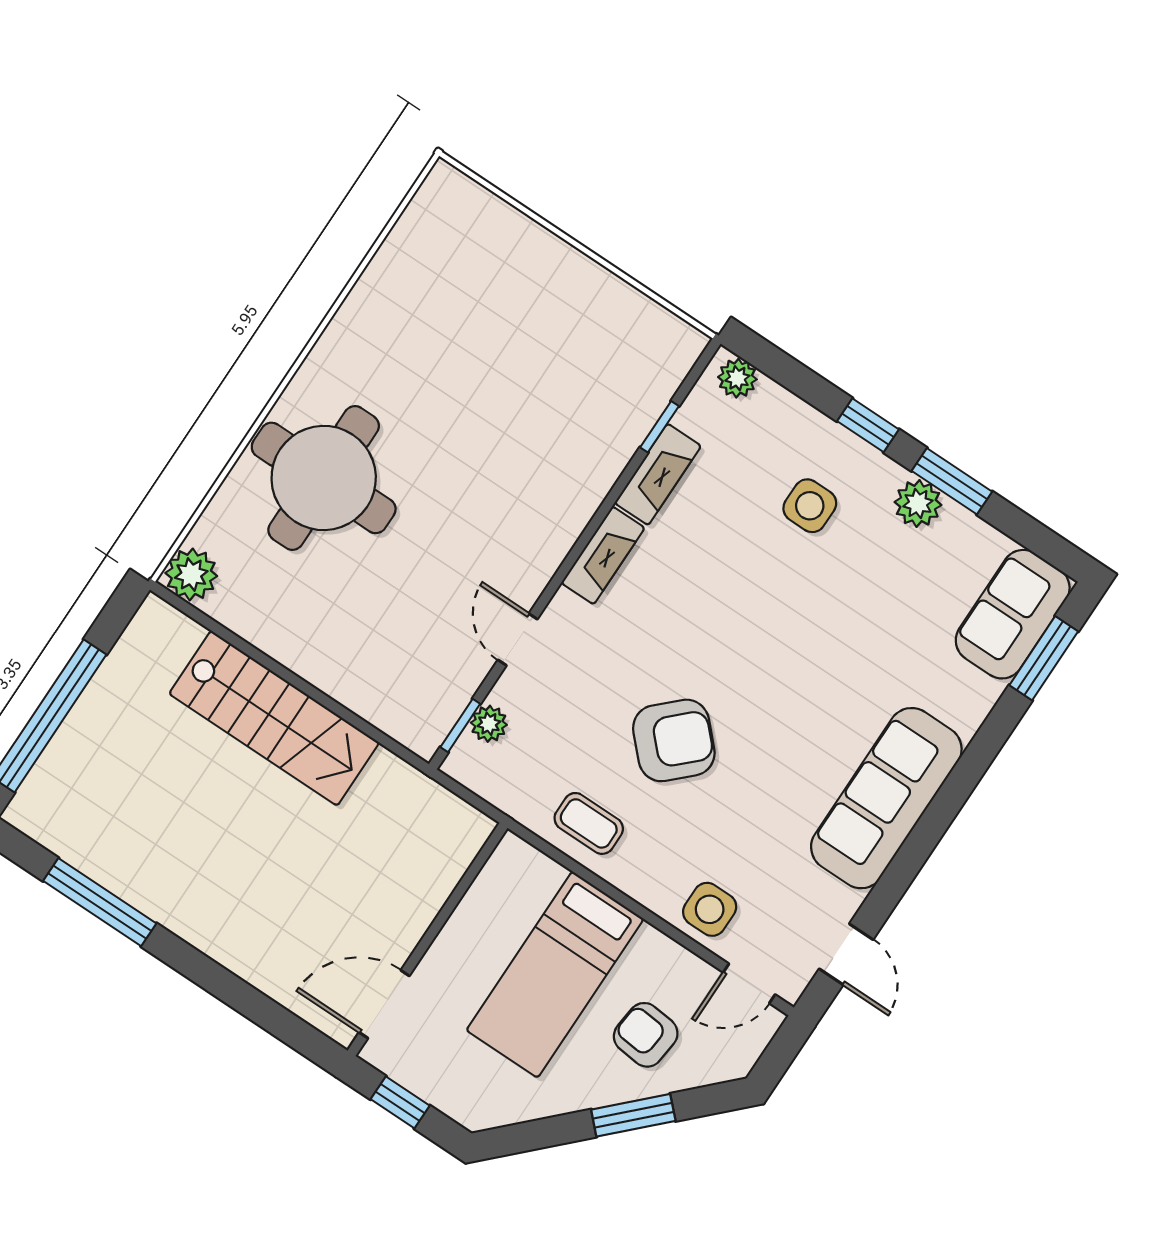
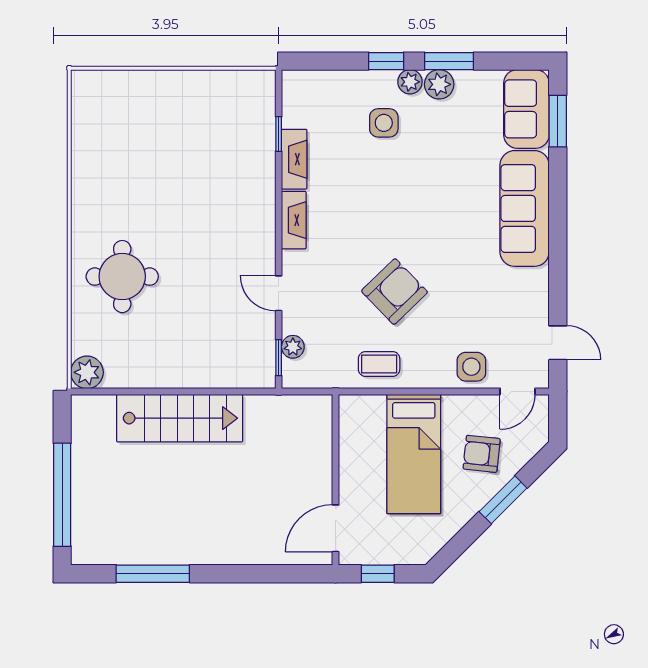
plant: (737, 378) -> (410, 82), moved
round table: (324, 478) -> (122, 277), width x0.73, depth x0.73
sofa: (886, 798) -> (525, 208), moved

